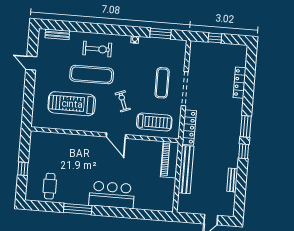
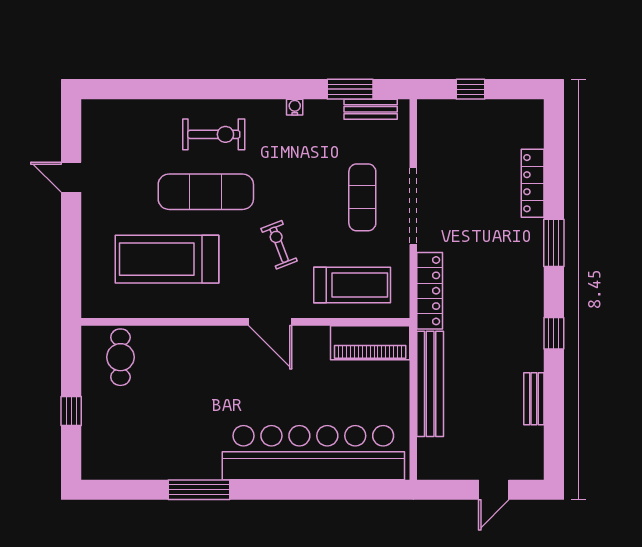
bench: (57, 34) -> (371, 109), moved
window: (246, 126) -> (554, 243), moved
piano: (170, 160) -> (370, 343), moved, turned -90
cafe table: (50, 186) -> (120, 357), moved
bar counter: (112, 195) -> (313, 453), width x1.86

